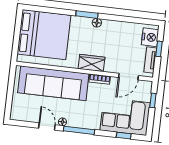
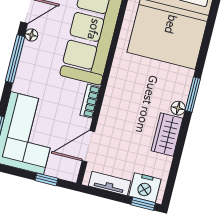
window: (159, 49) -> (143, 204), moved
wardrobe: (92, 63) -> (167, 135), moved, turned 180
door: (128, 77) -> (88, 146), hinge flipped

